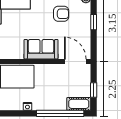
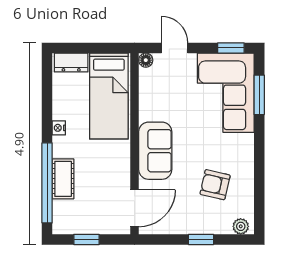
armchair: (61, 14) -> (215, 185), turned 103
cot: (79, 104) -> (63, 179), moved

